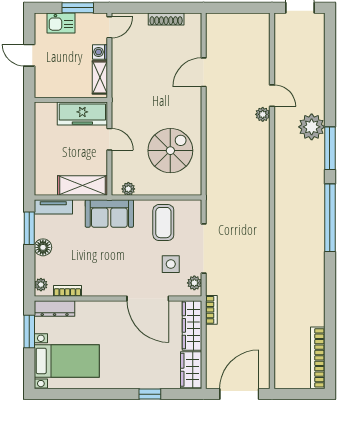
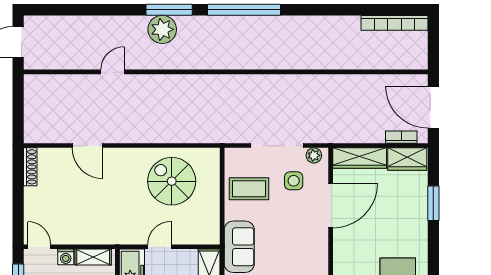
shoe rack: (166, 19) -> (30, 167), moved
plant: (263, 114) -> (133, 82), removed
plant: (312, 127) -> (162, 29), moved
plant: (128, 189) -> (213, 226), removed
bookcase: (211, 310) -> (401, 137), moved
window: (150, 394) -> (433, 203), width x1.50

